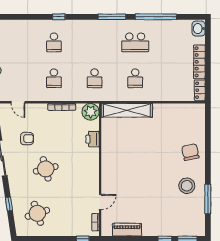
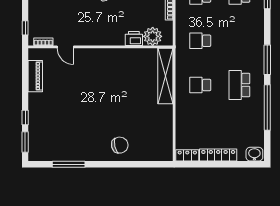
plant: (91, 112) -> (153, 36), moved
stool: (187, 186) -> (83, 141), removed

